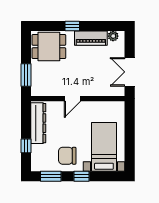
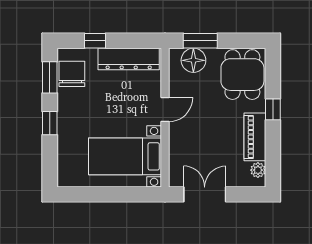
floor lamp: (39, 79) -> (193, 60), added
door: (72, 99) -> (165, 110), swing flipped
bed with nightstands: (104, 147) -> (125, 156), moved, turned 180
chair: (67, 156) -> (72, 74), moved

